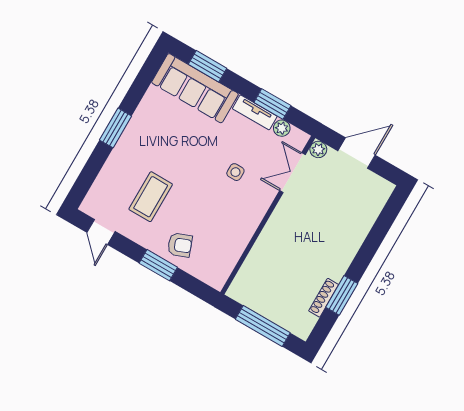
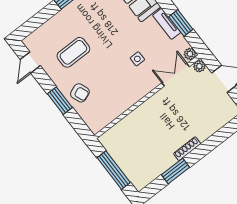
plant: (282, 128) -> (190, 54), moved
shoe rack: (324, 298) -> (187, 149), moved

